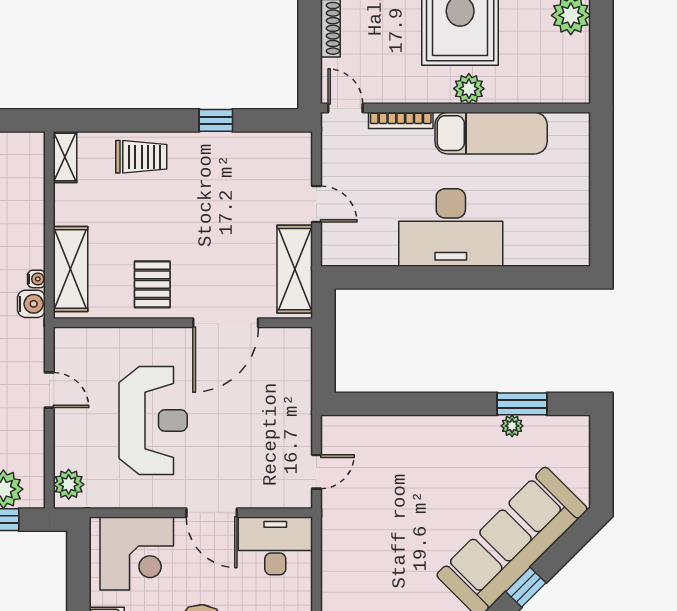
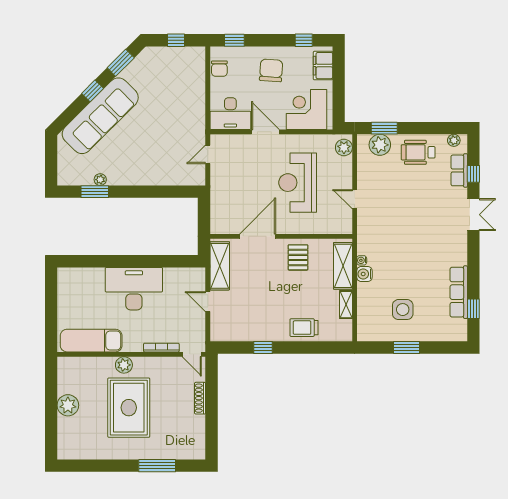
exam couch: (491, 133) -> (91, 341), moved
shelving: (65, 157) -> (346, 305), moved
water cooler: (31, 304) -> (364, 274), moved

